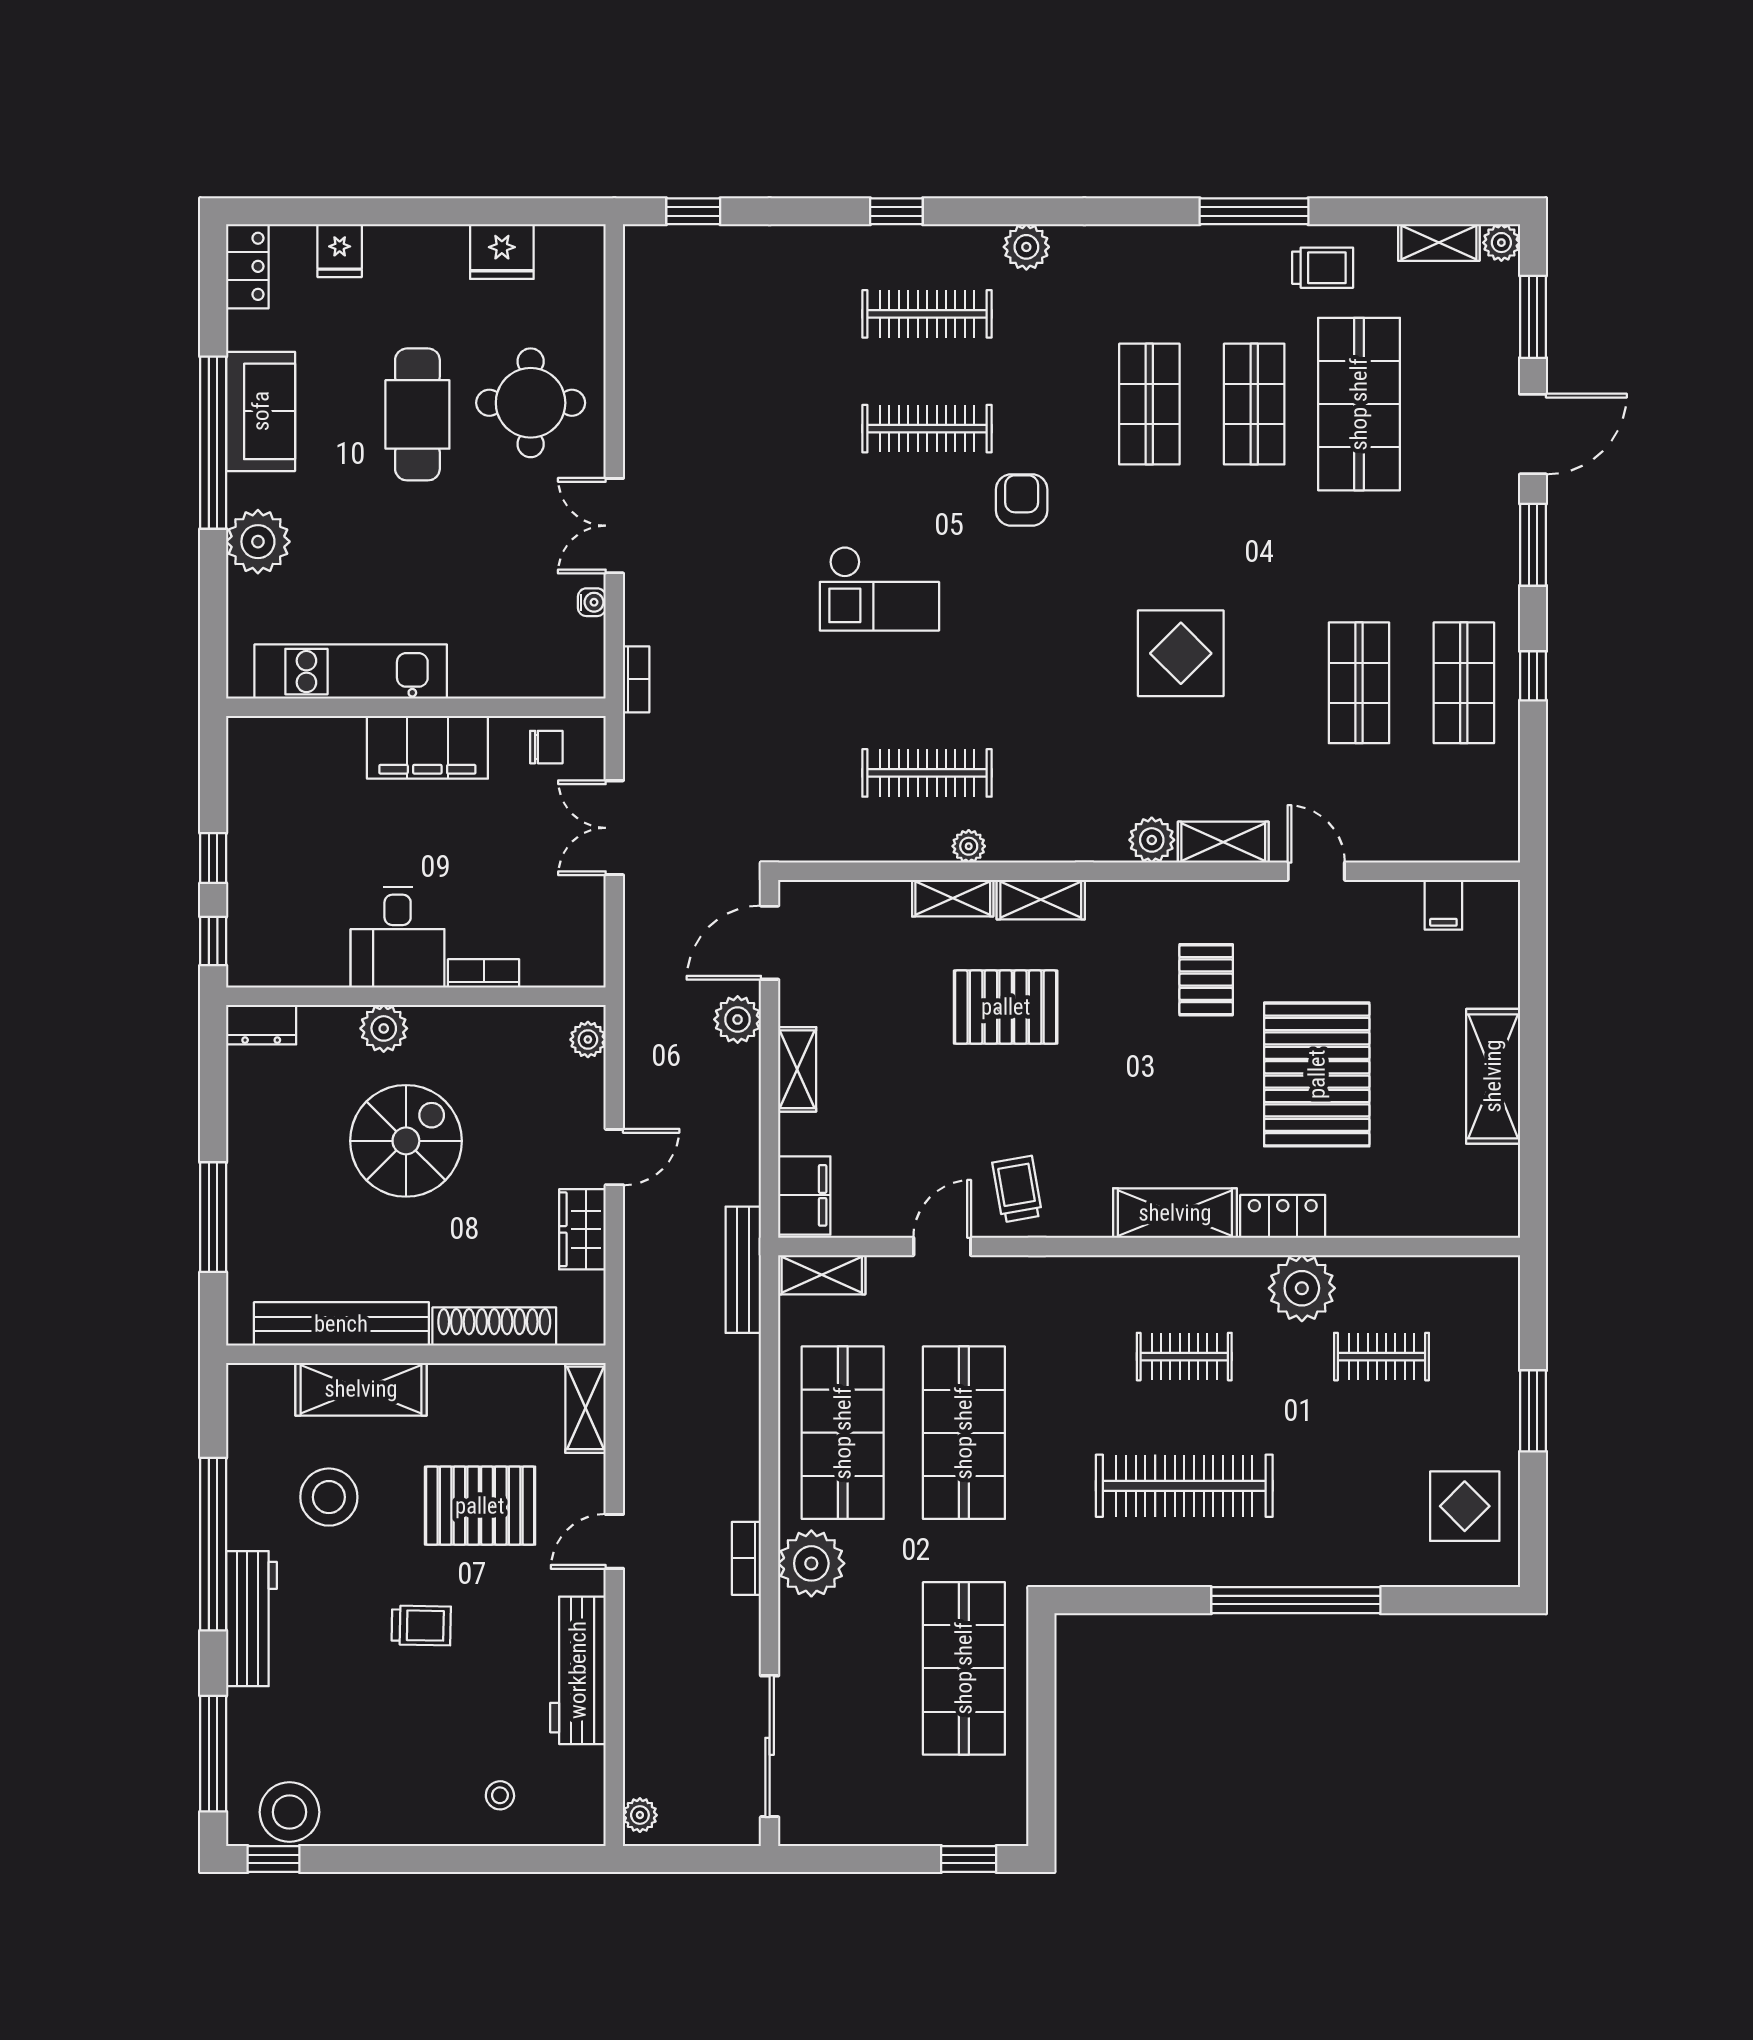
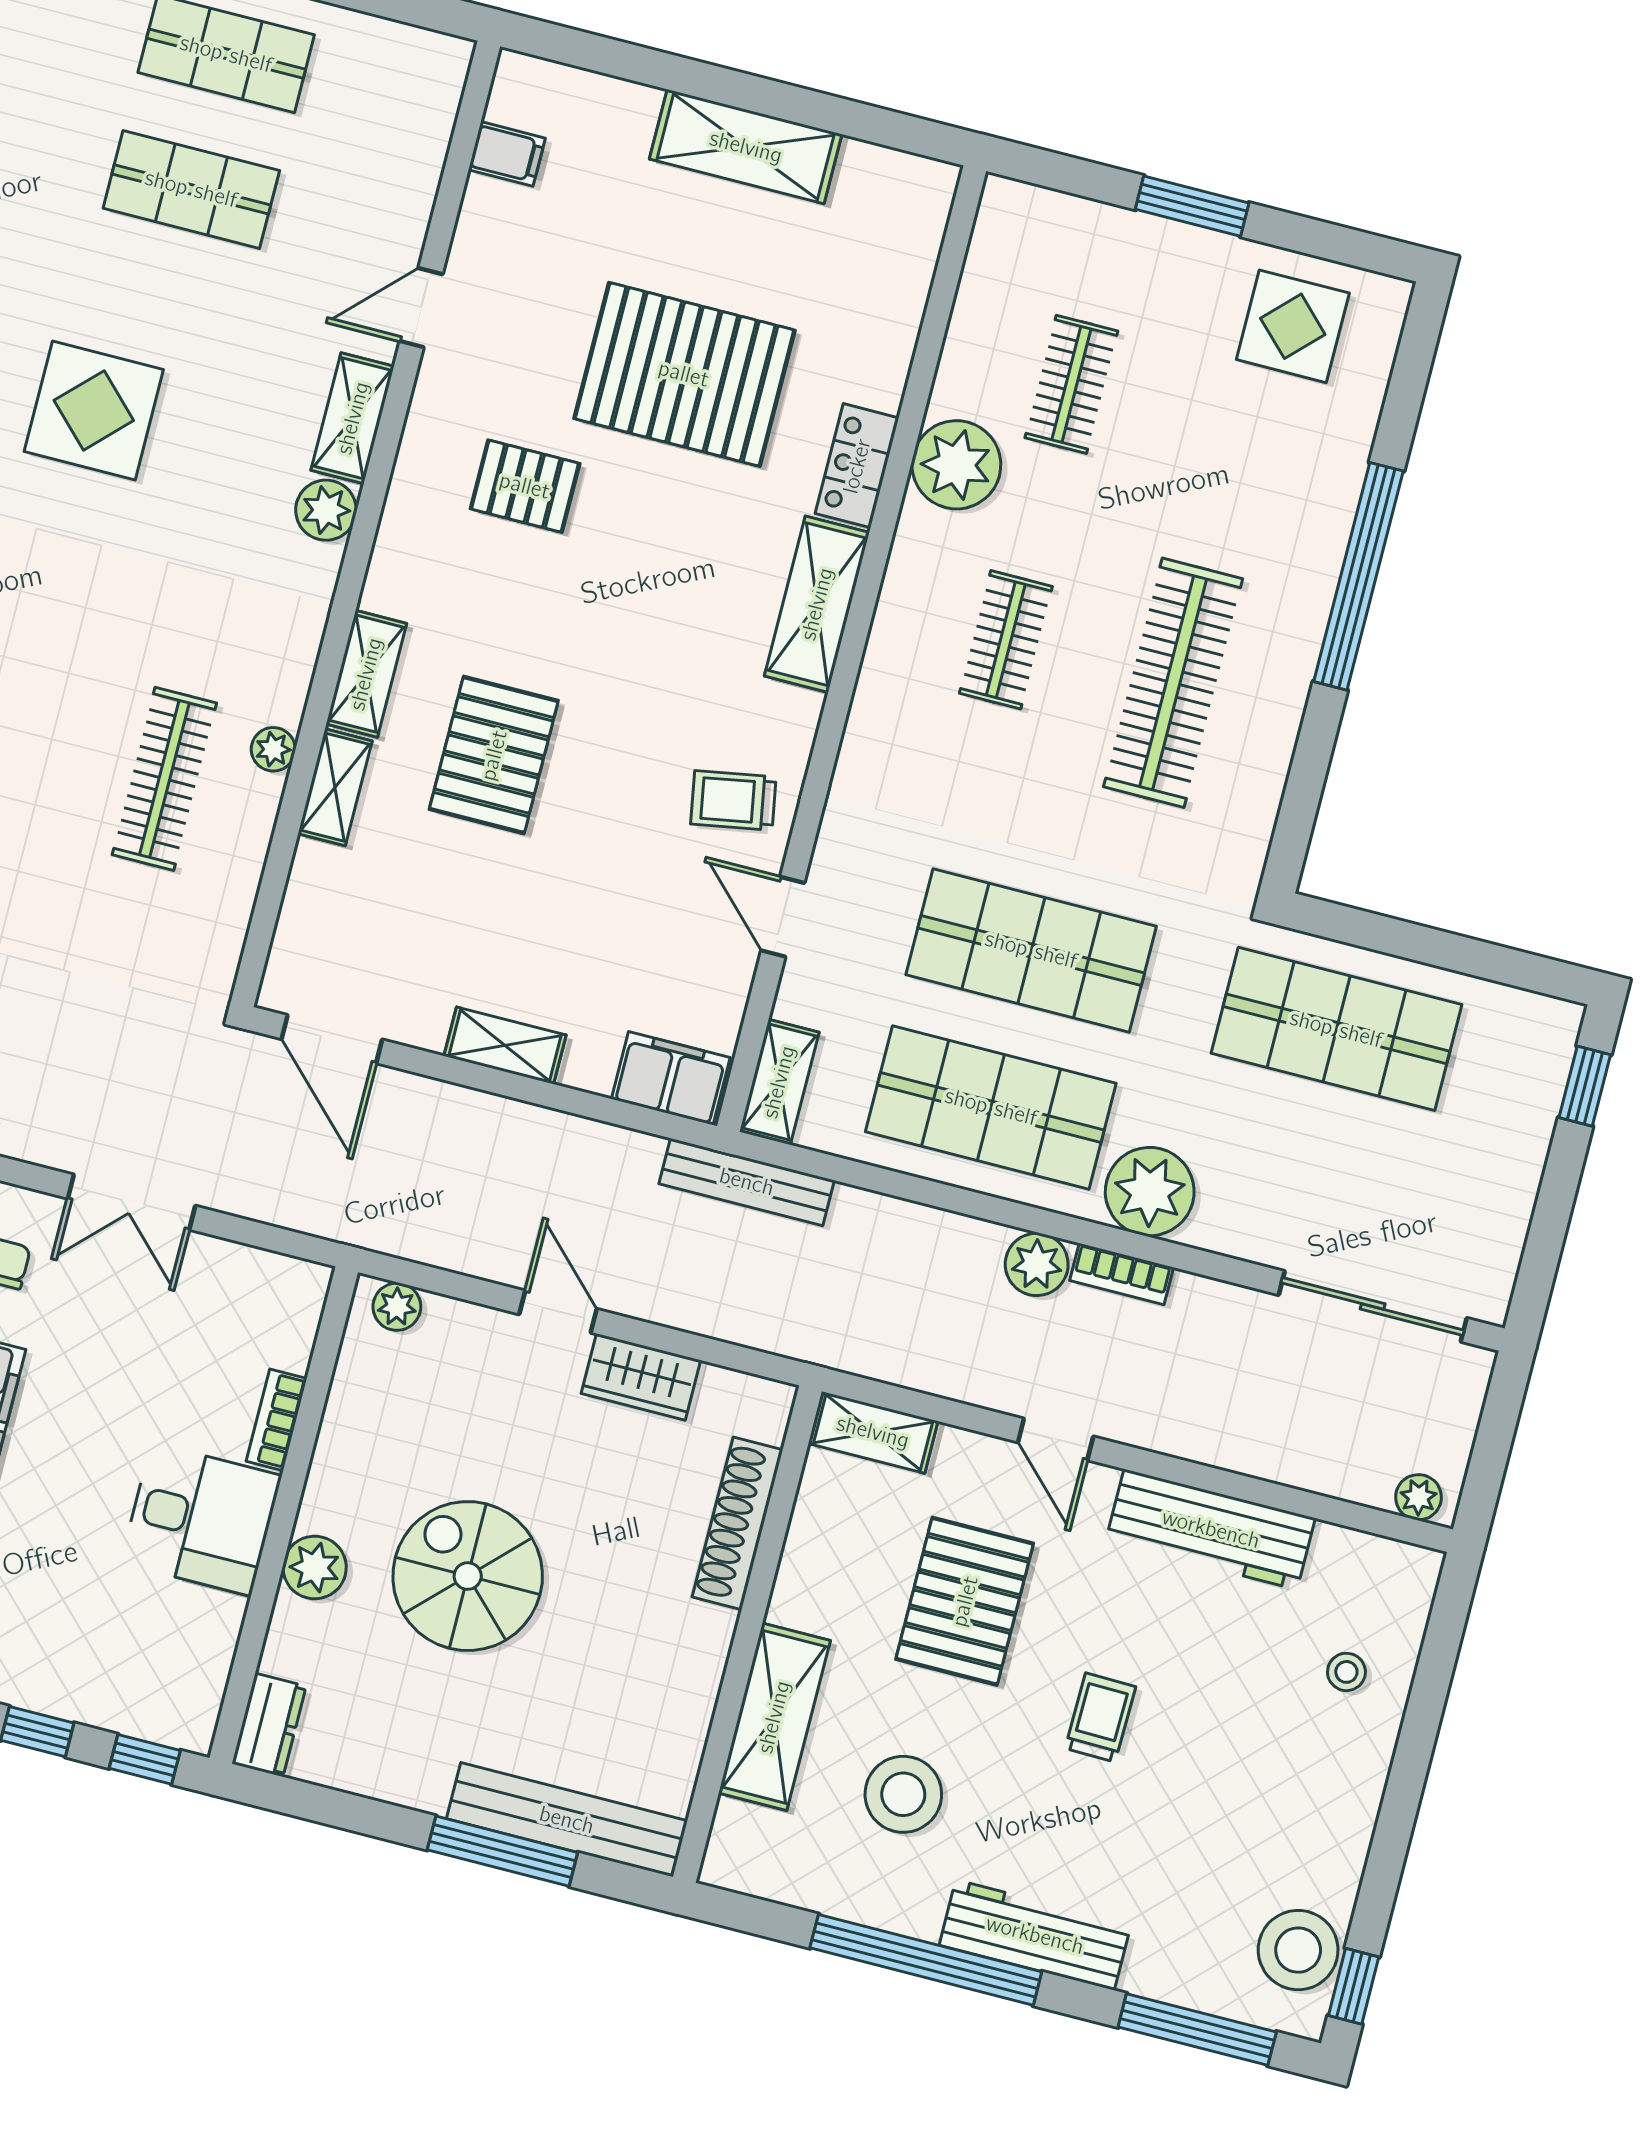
plant: (738, 1019) -> (1037, 1264), moved
bench: (341, 1324) -> (567, 1820), moved, turned 90

